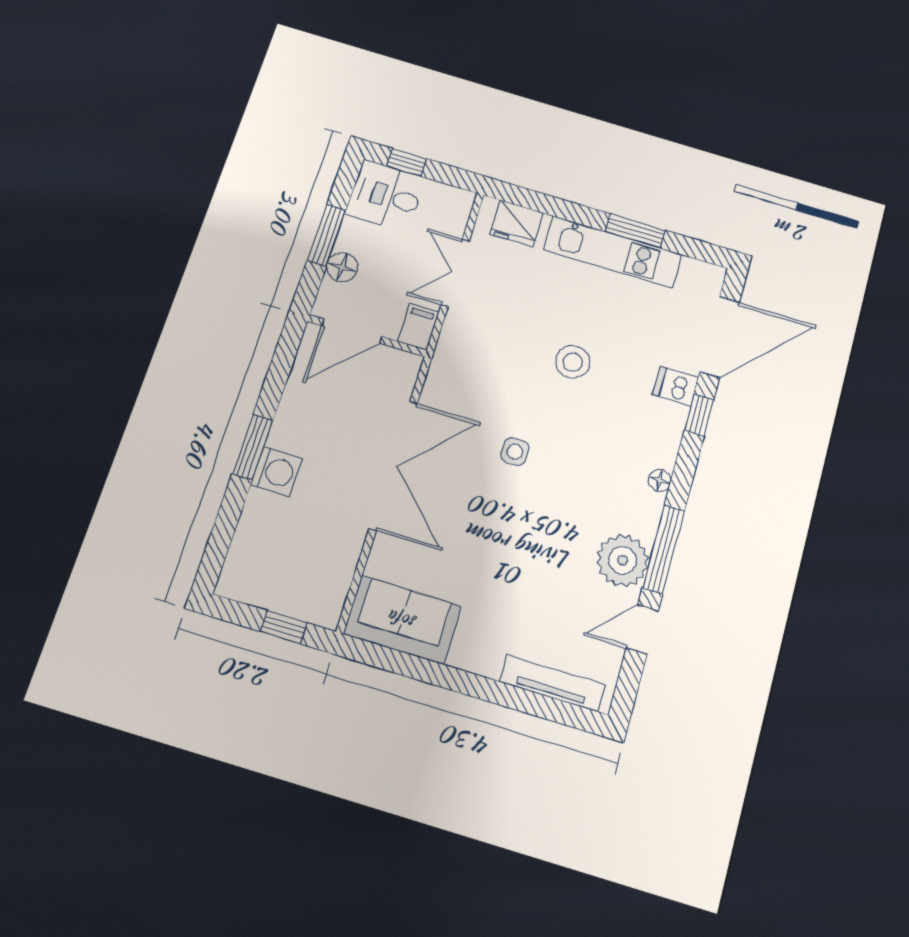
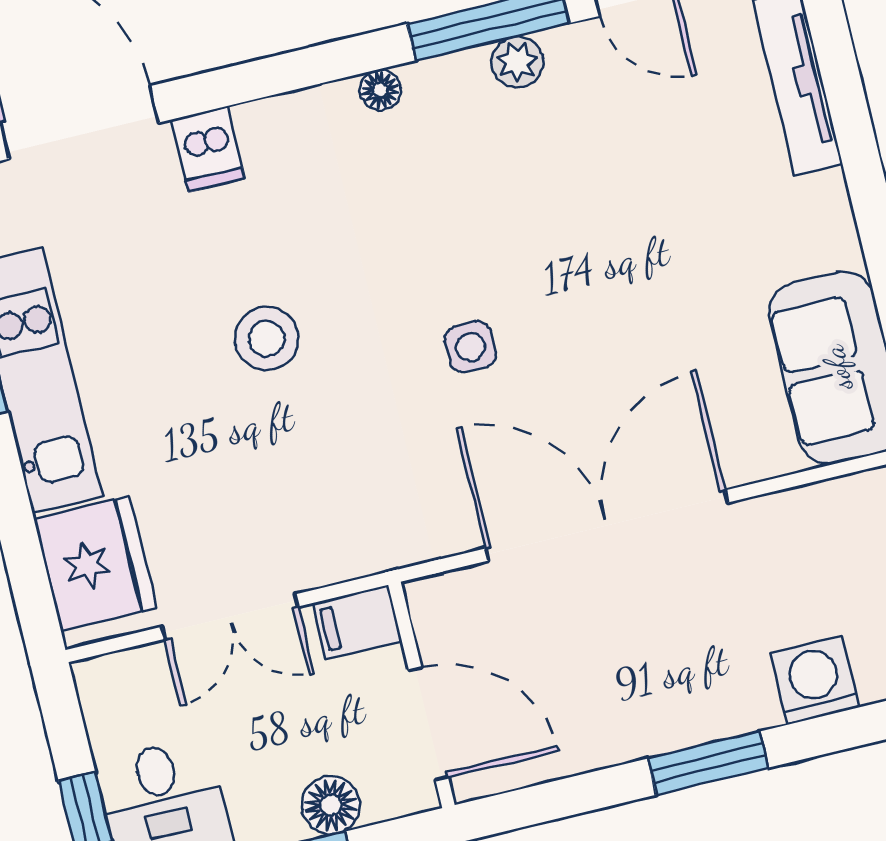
fridge: (517, 224) -> (95, 563), width x1.36, depth x1.34
window: (699, 415) -> (234, 85), removed
washing machine: (276, 471) -> (815, 680), moved
plant: (623, 560) -> (517, 62), width x0.53, depth x0.53

